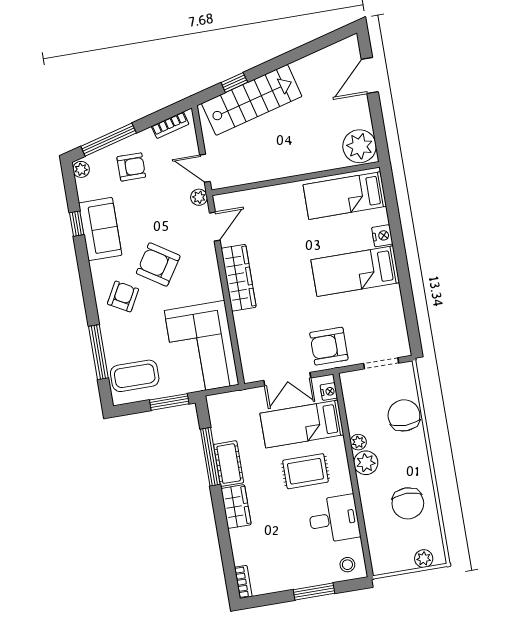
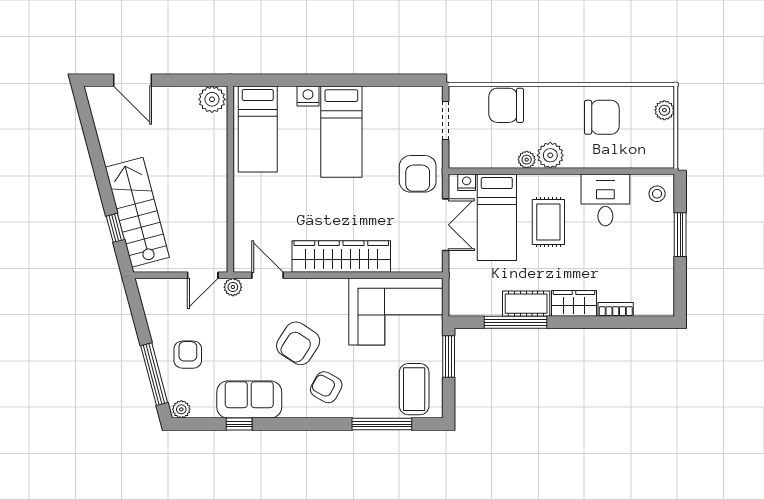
bookcase: (170, 125) -> (150, 305), removed
plant: (360, 146) -> (212, 99), width x0.73, depth x0.73
wardrobe: (239, 278) -> (341, 257), width x1.40, depth x1.17
bookcase: (243, 582) -> (616, 309), moved

